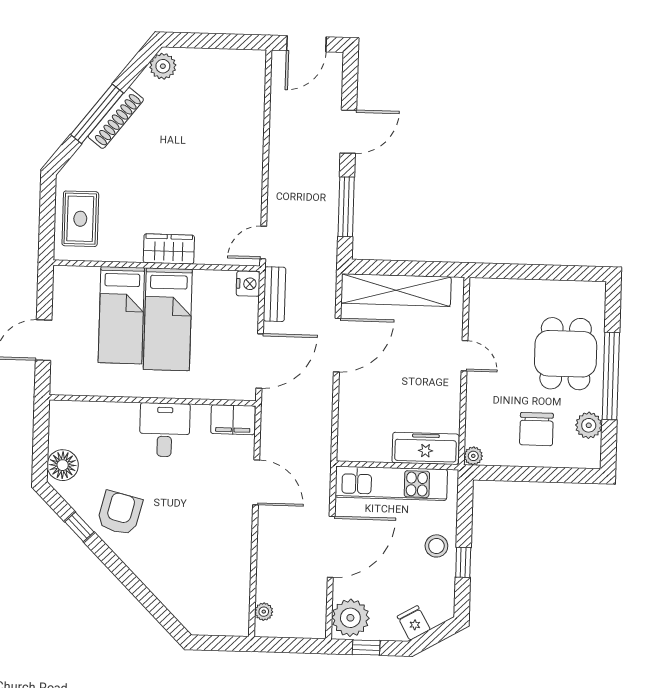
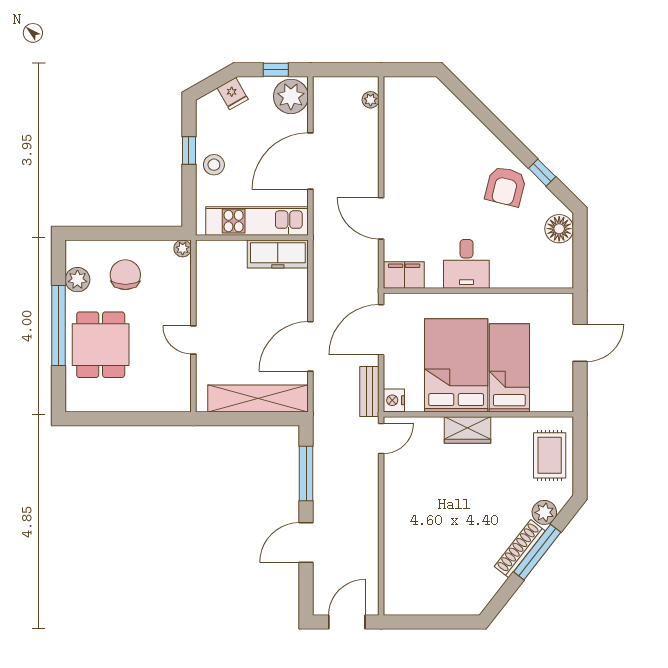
plant: (163, 66) -> (544, 512), moved
bed: (168, 319) -> (456, 365), width x1.50
freezer: (426, 448) -> (278, 254), moved

